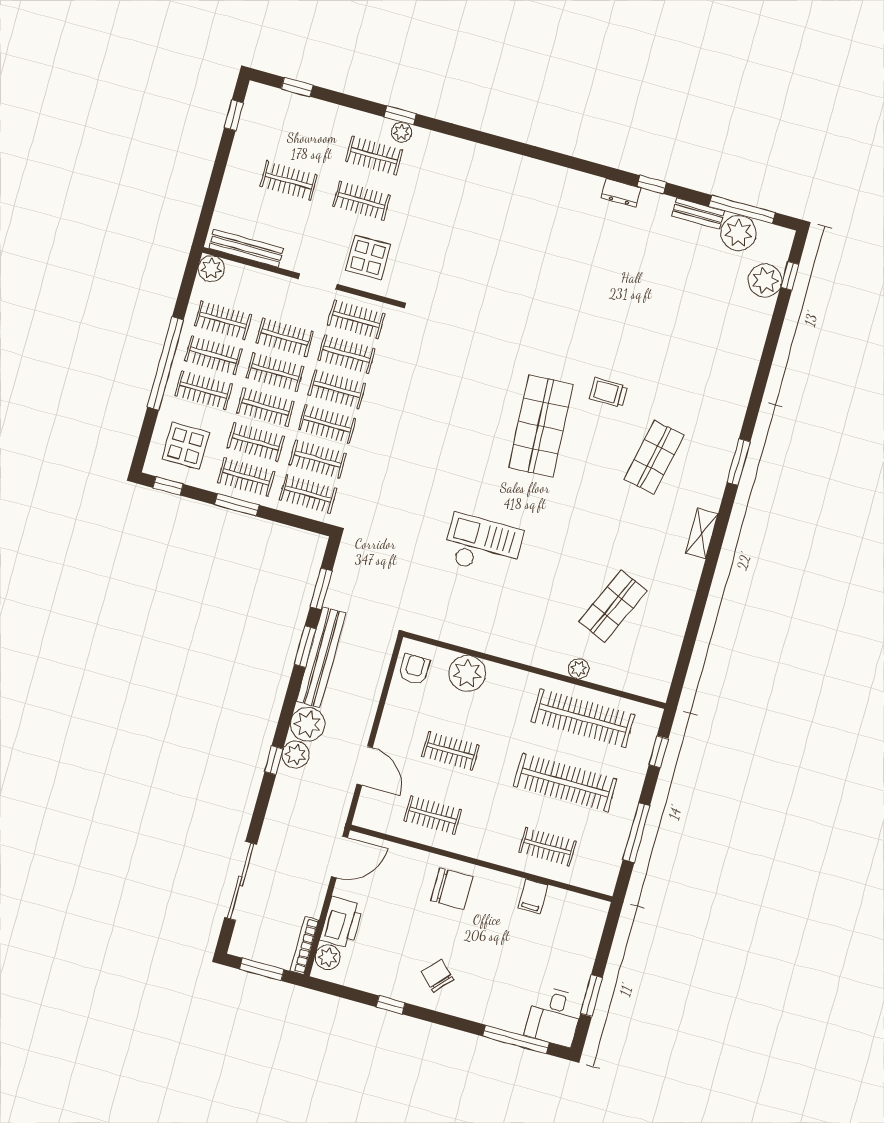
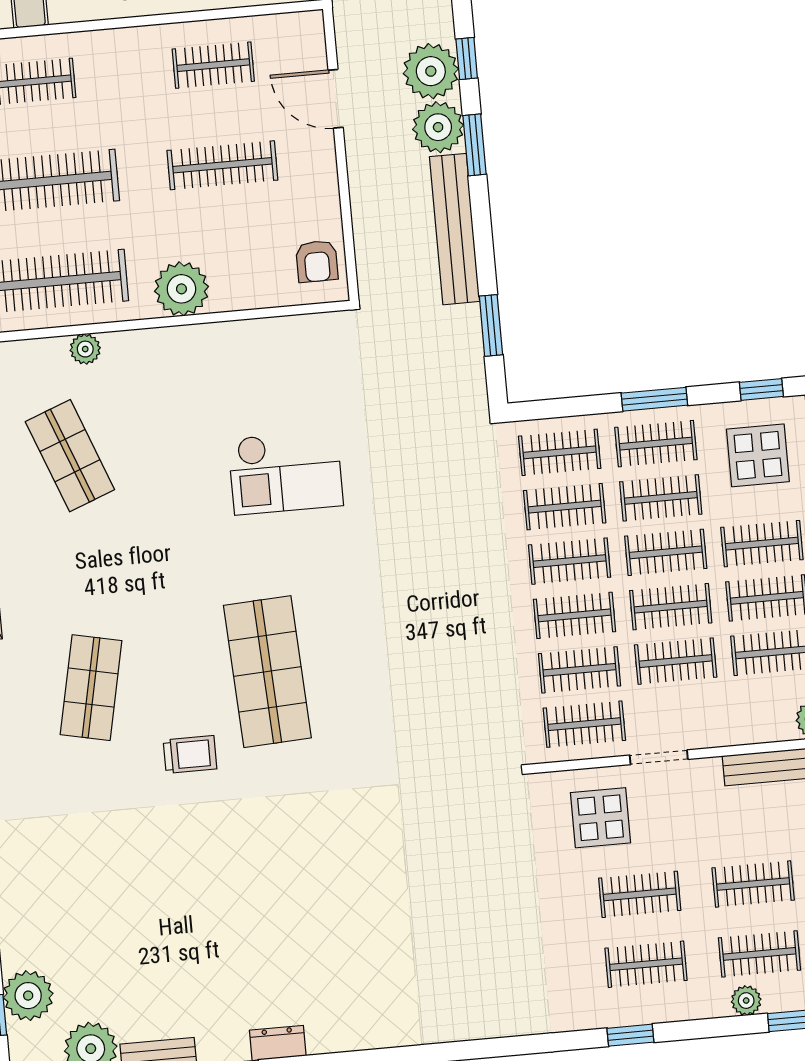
plant: (401, 132) -> (746, 1001), moved
clothes rail: (301, 136) -> (759, 954), added
shop shelf: (613, 606) -> (70, 456), turned -45
window: (305, 647) -> (475, 145), moved
plant: (467, 673) -> (181, 289), moved
clothes rail: (451, 751) -> (222, 165), width x1.36
plant: (296, 755) -> (431, 71), width x1.36, depth x1.36

